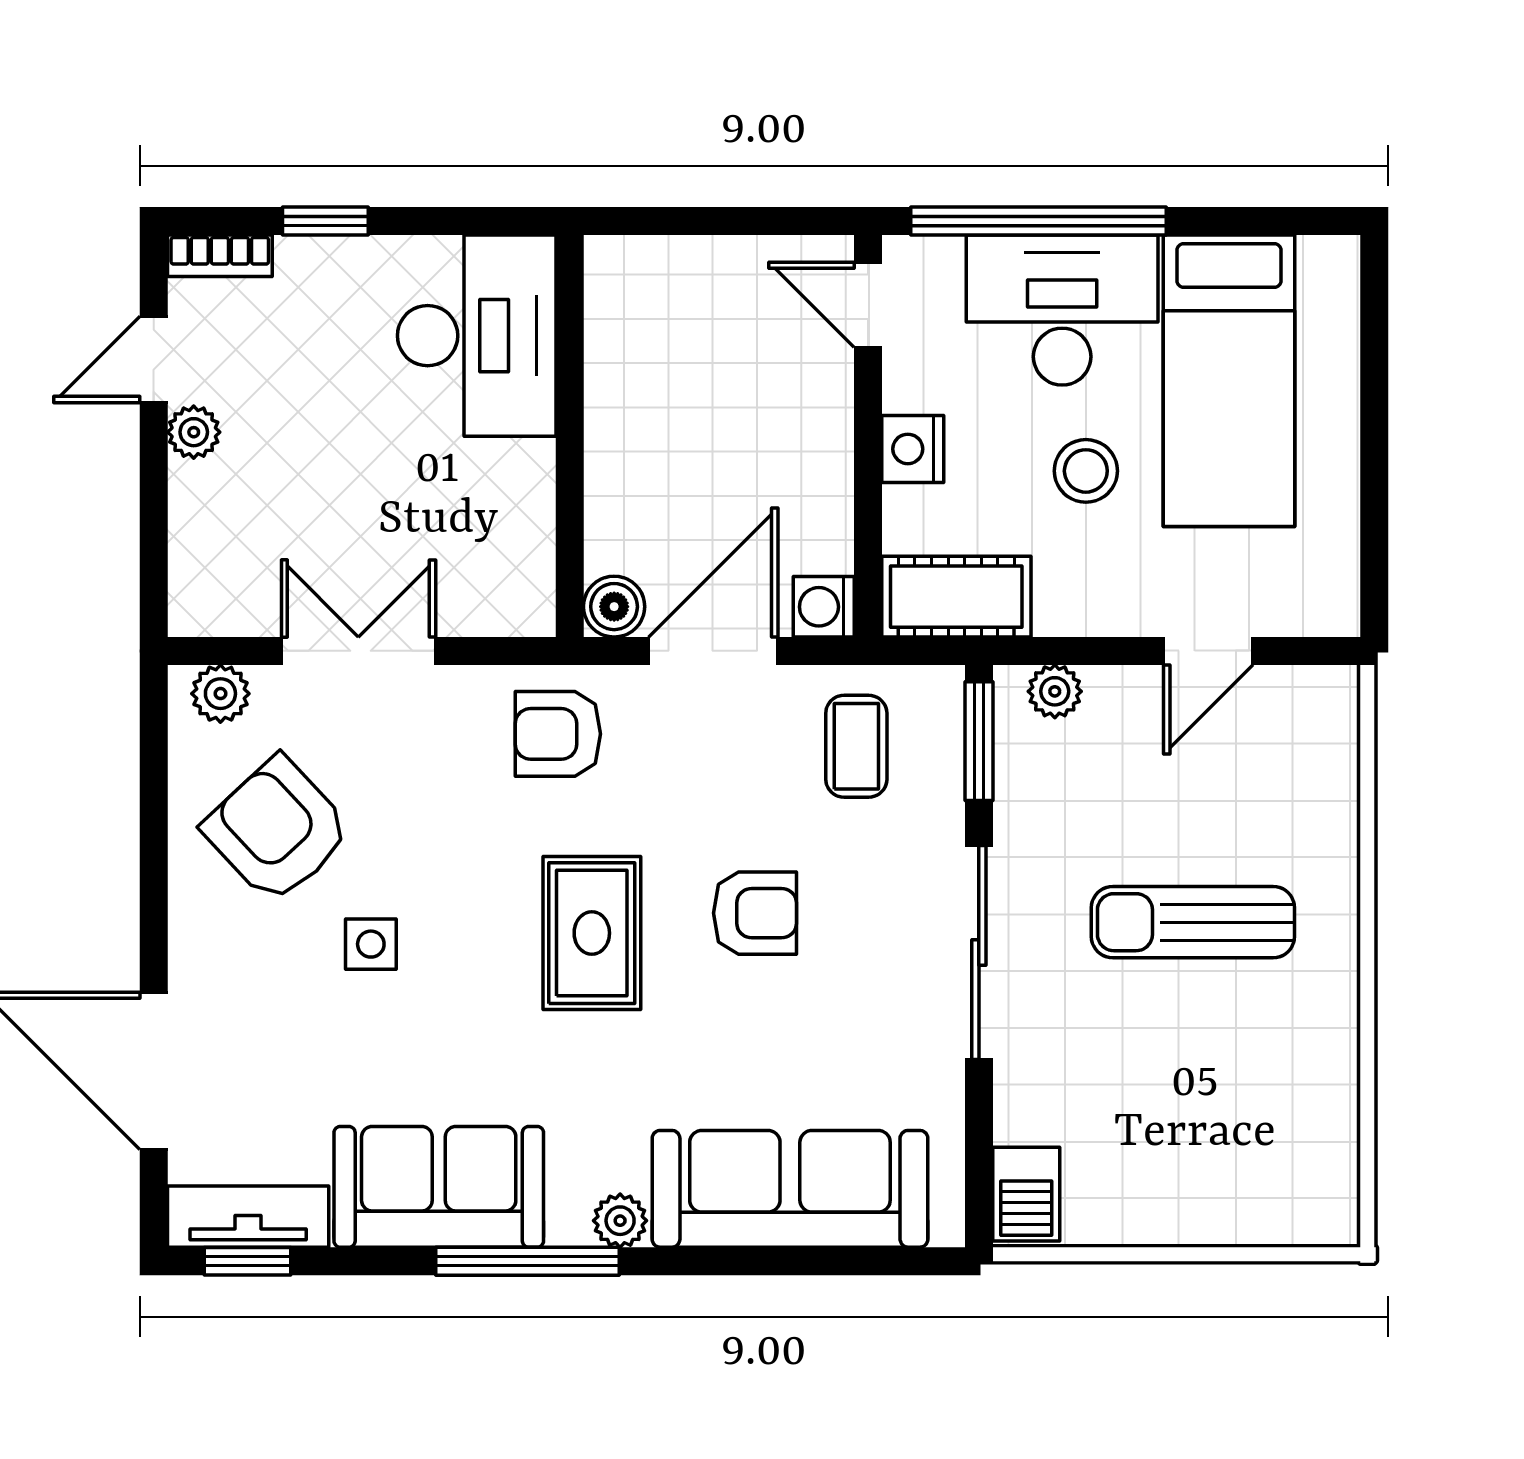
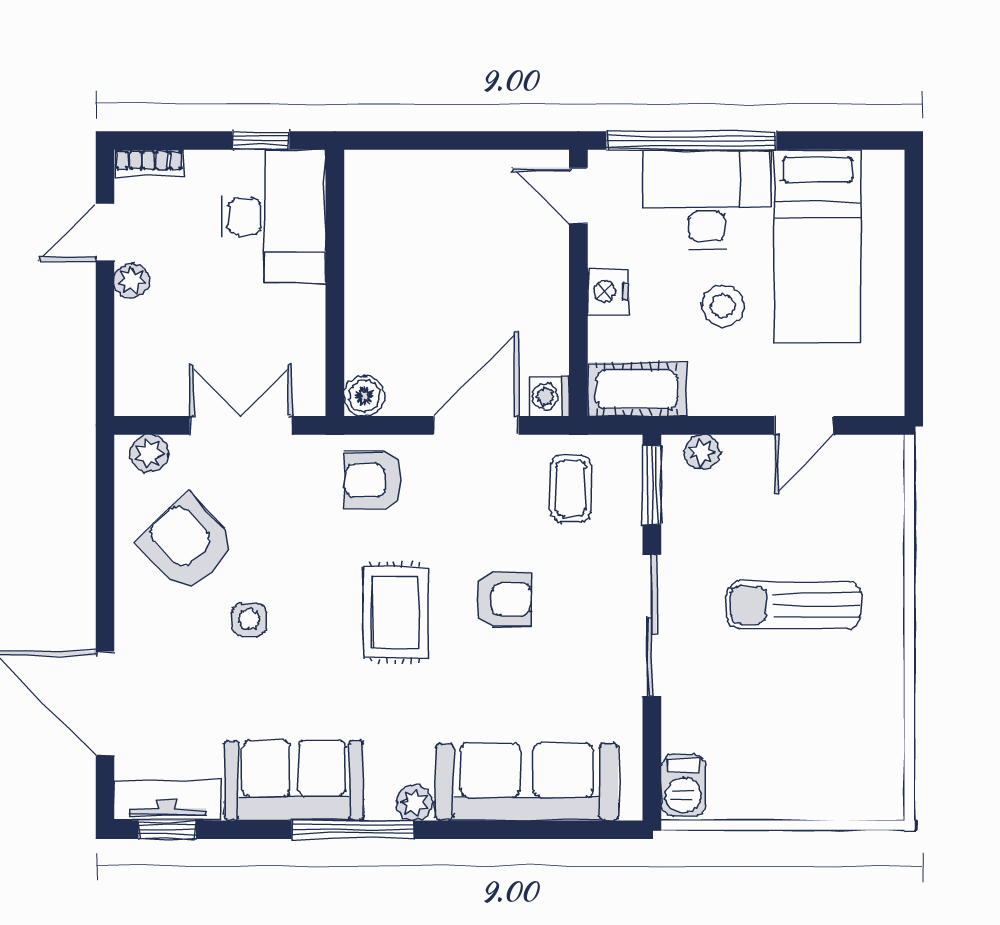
window: (325, 221) -> (261, 140), moved
desk: (477, 336) -> (273, 216), moved
wall: (570, 436) -> (335, 283), moved
boiler: (614, 607) -> (364, 396), moved

